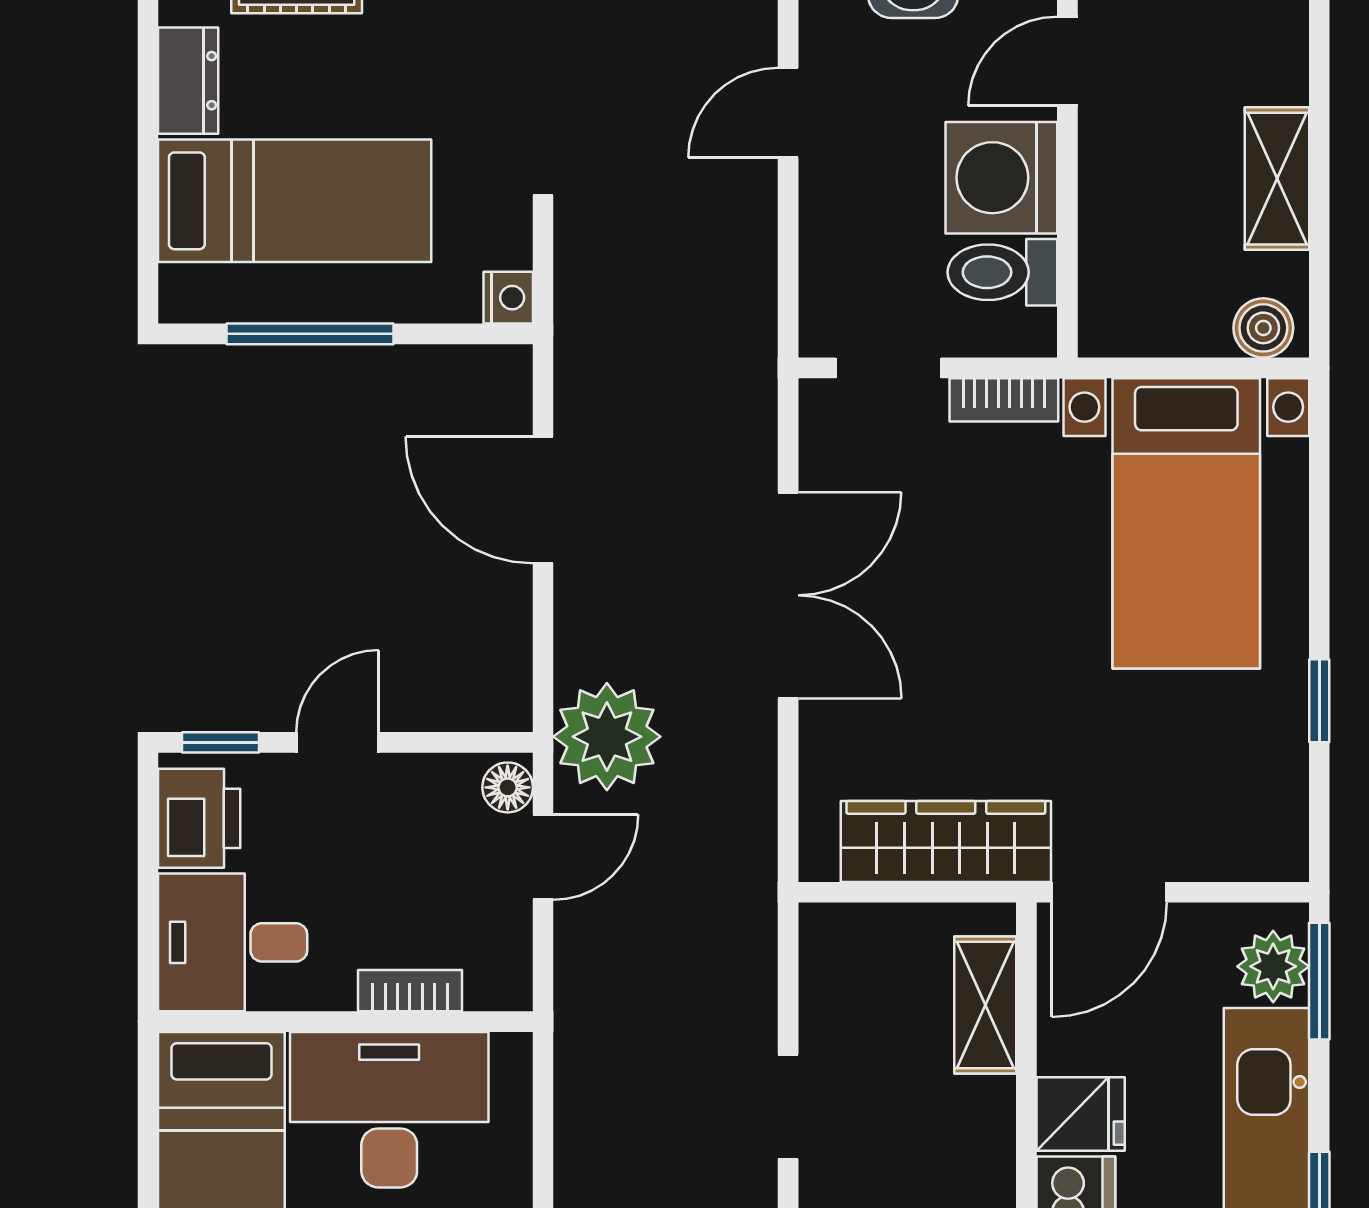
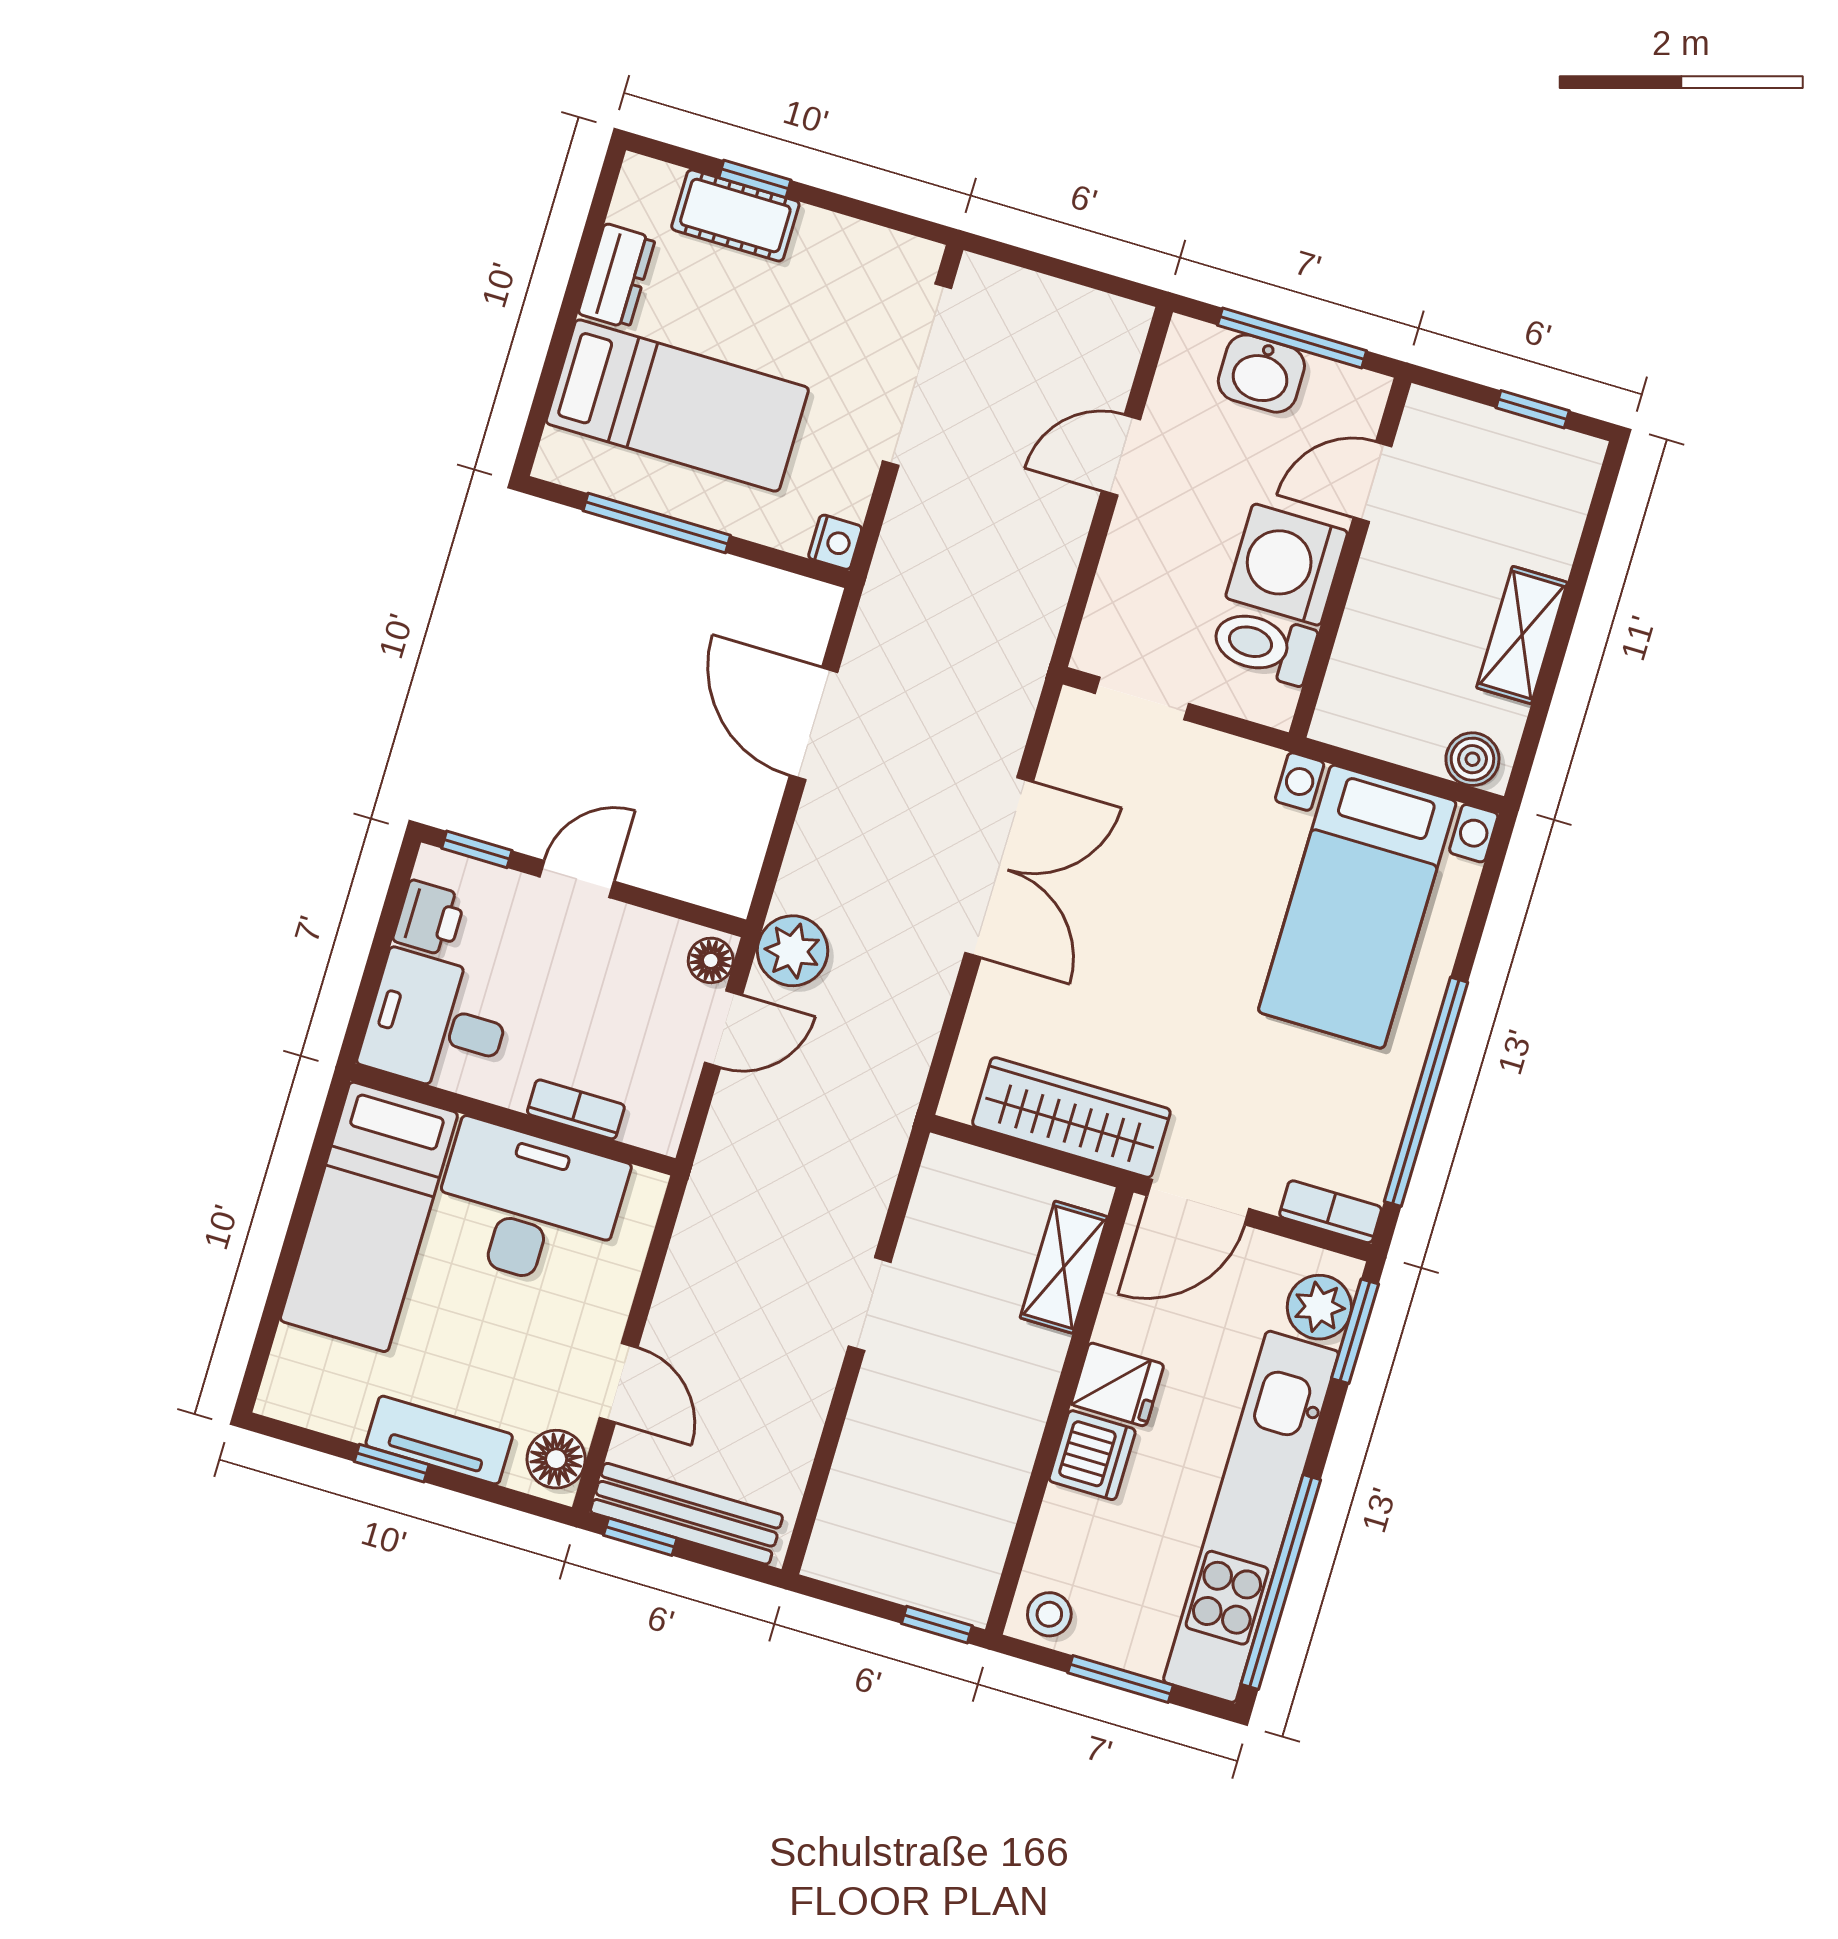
bookcase: (1004, 400) -> (1330, 1212), moved, turned 180
window: (1319, 701) -> (1426, 1092), width x3.17
plant: (607, 737) -> (793, 951), width x0.73, depth x0.73
printer: (199, 818) -> (429, 918), width x0.73, depth x0.81

